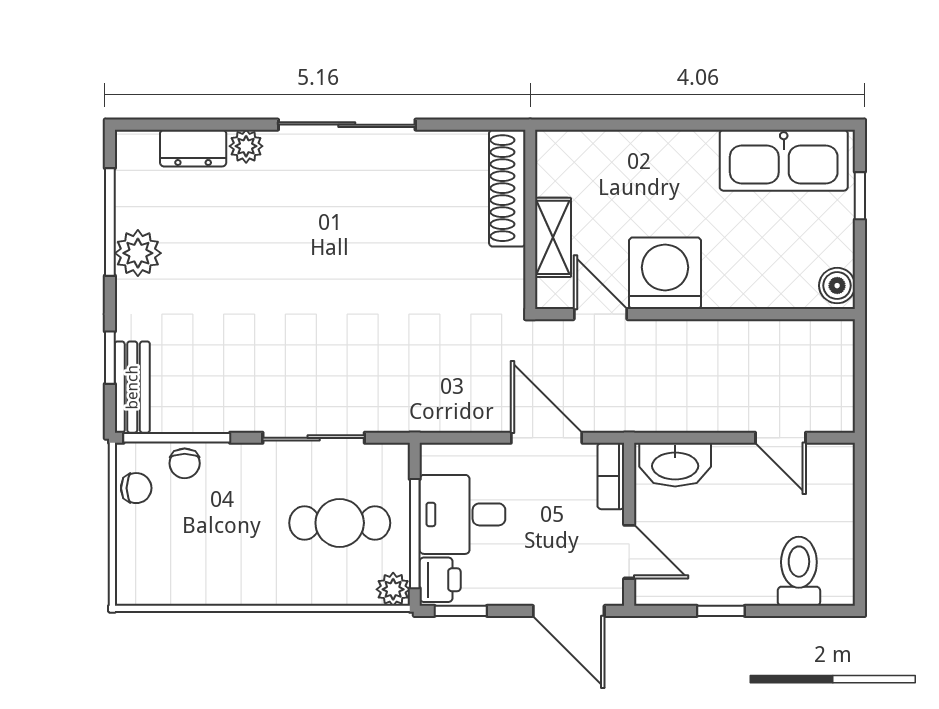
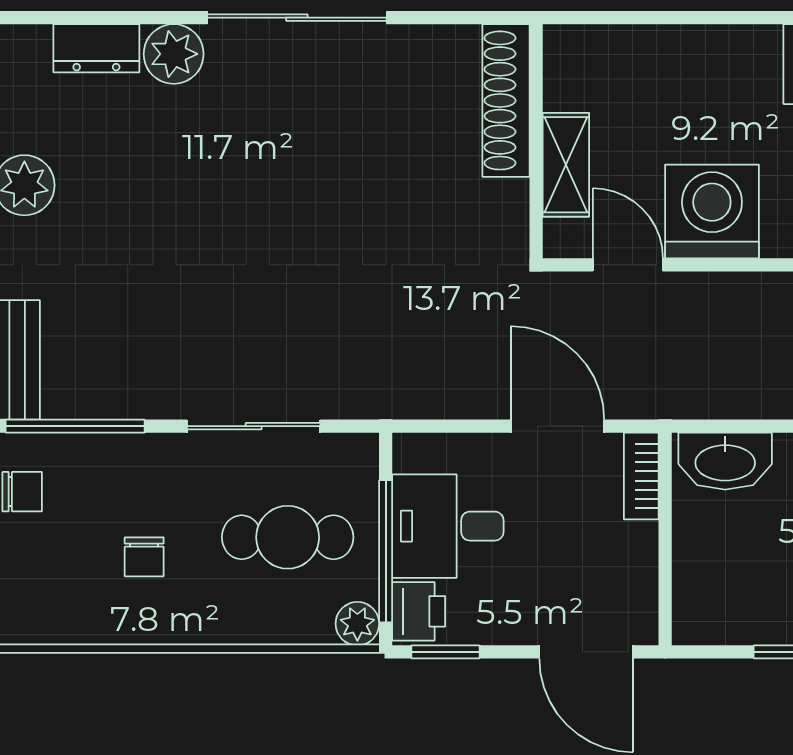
plant: (246, 146) -> (174, 54), width x1.38, depth x1.38
chair: (185, 463) -> (144, 557), moved
door: (629, 552) -> (665, 575), removed

